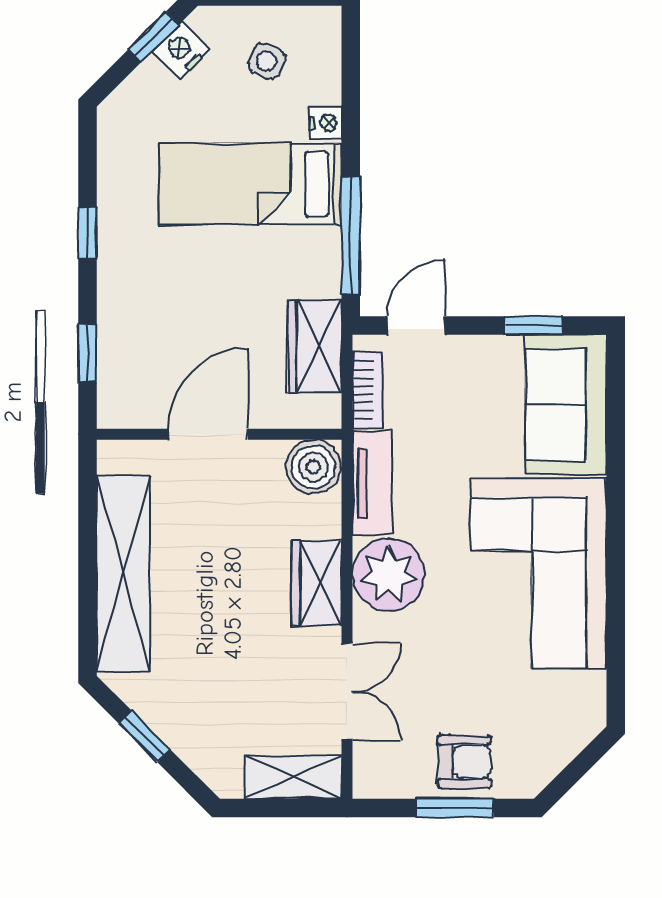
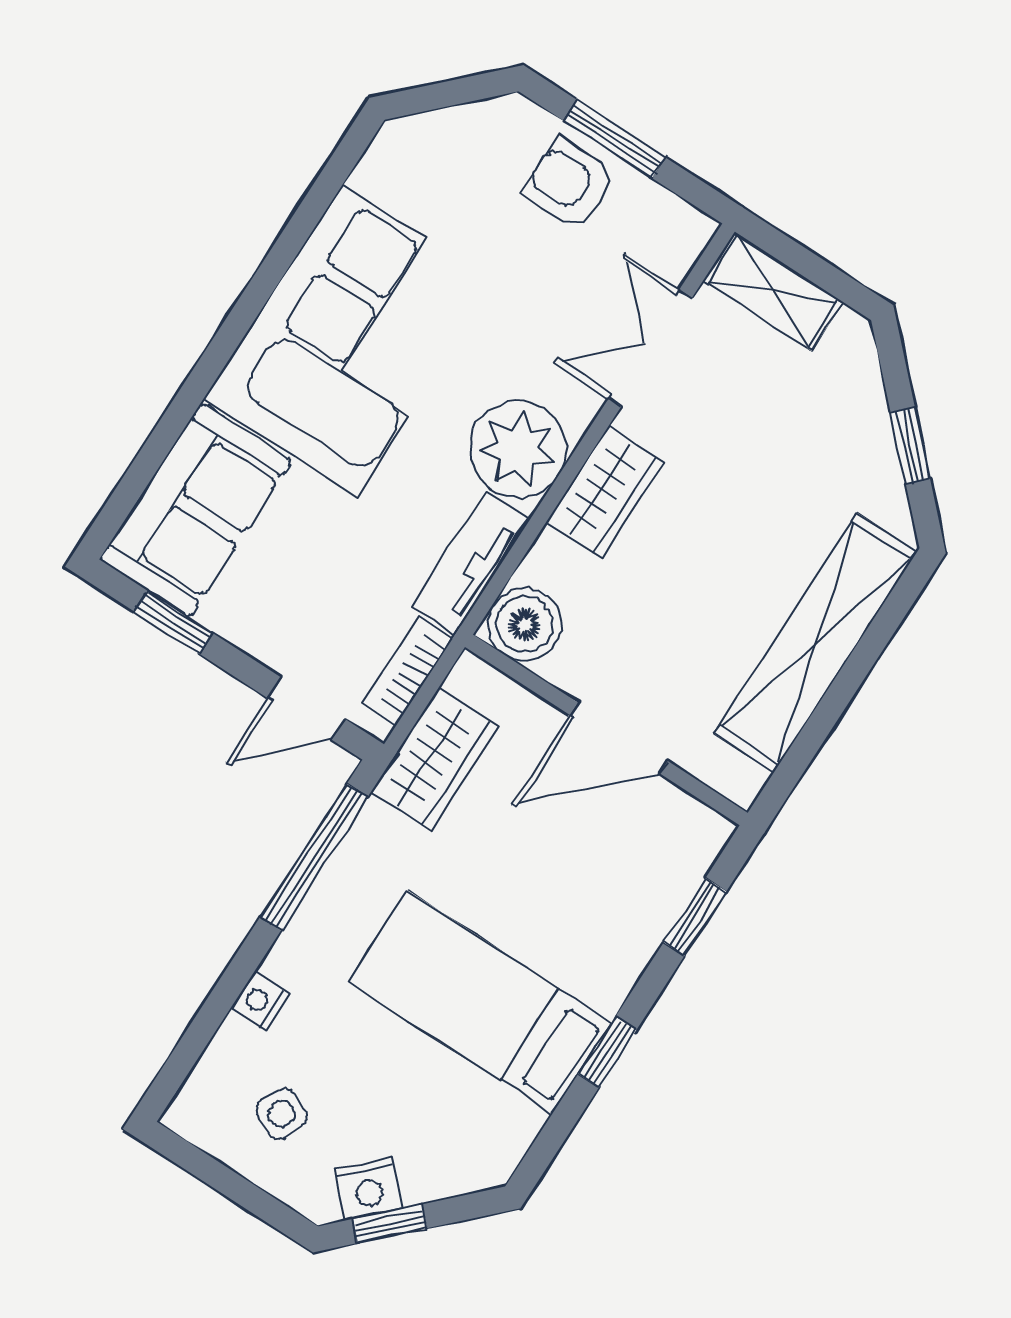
bed: (251, 184) -> (480, 1002), moved, turned 180

